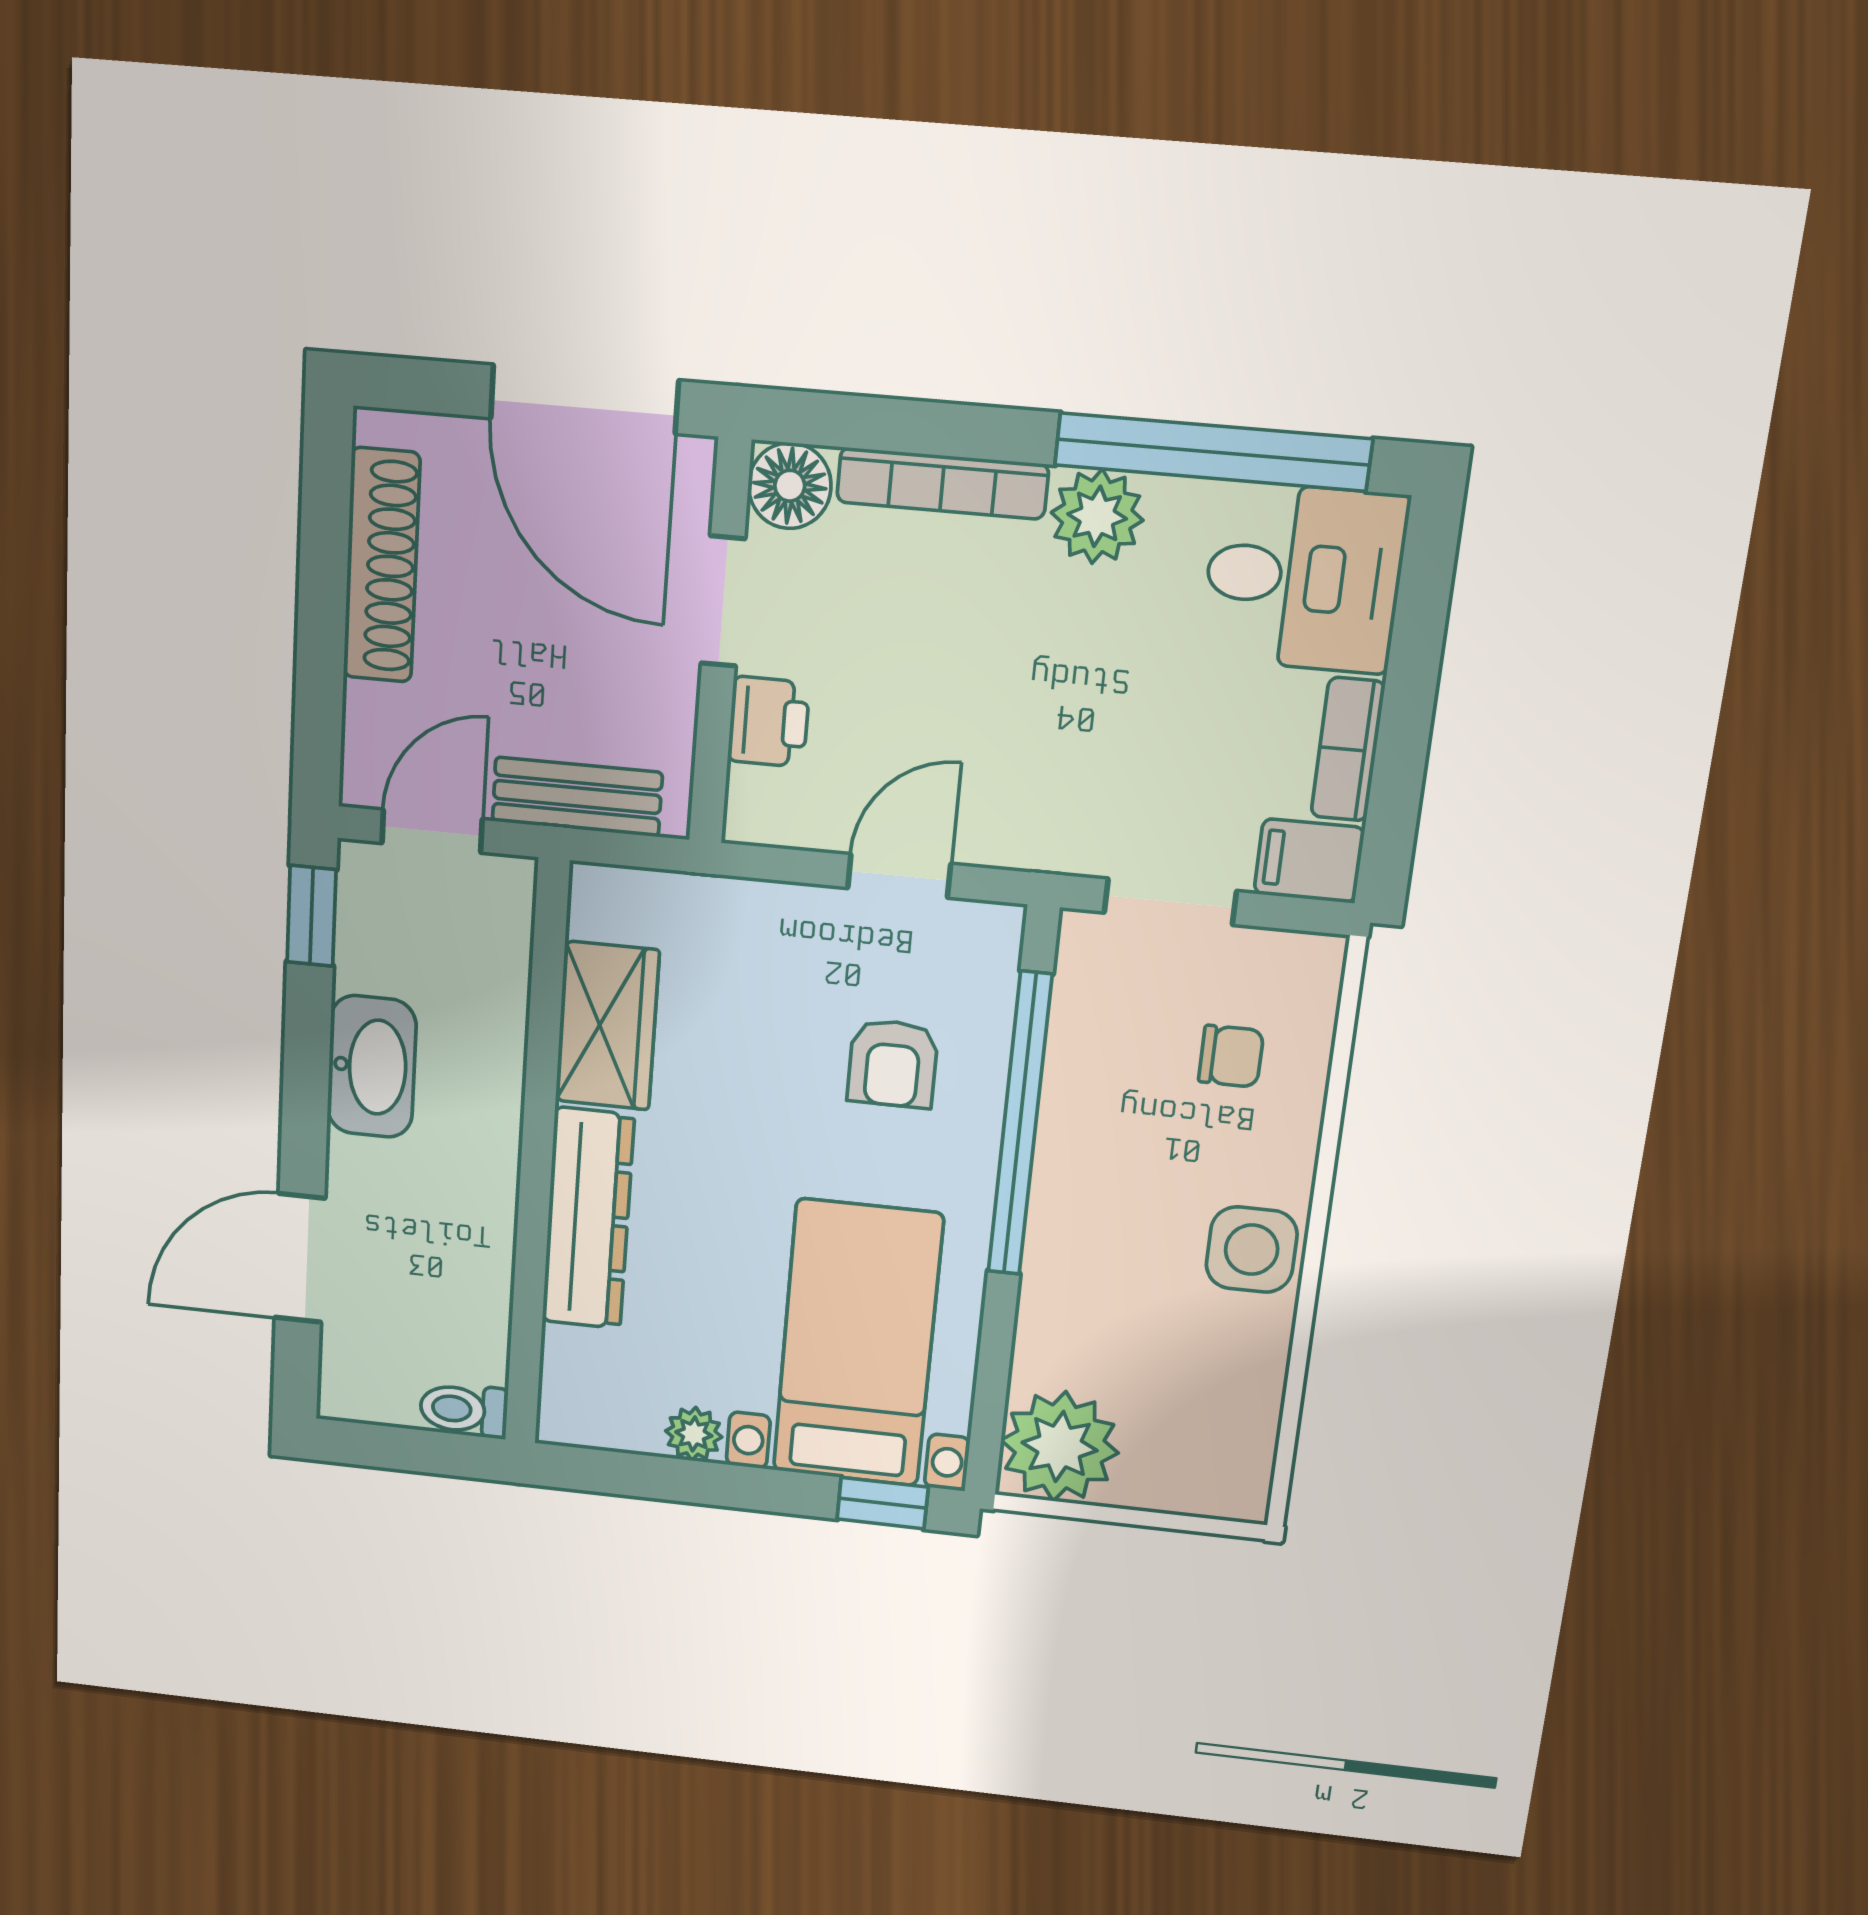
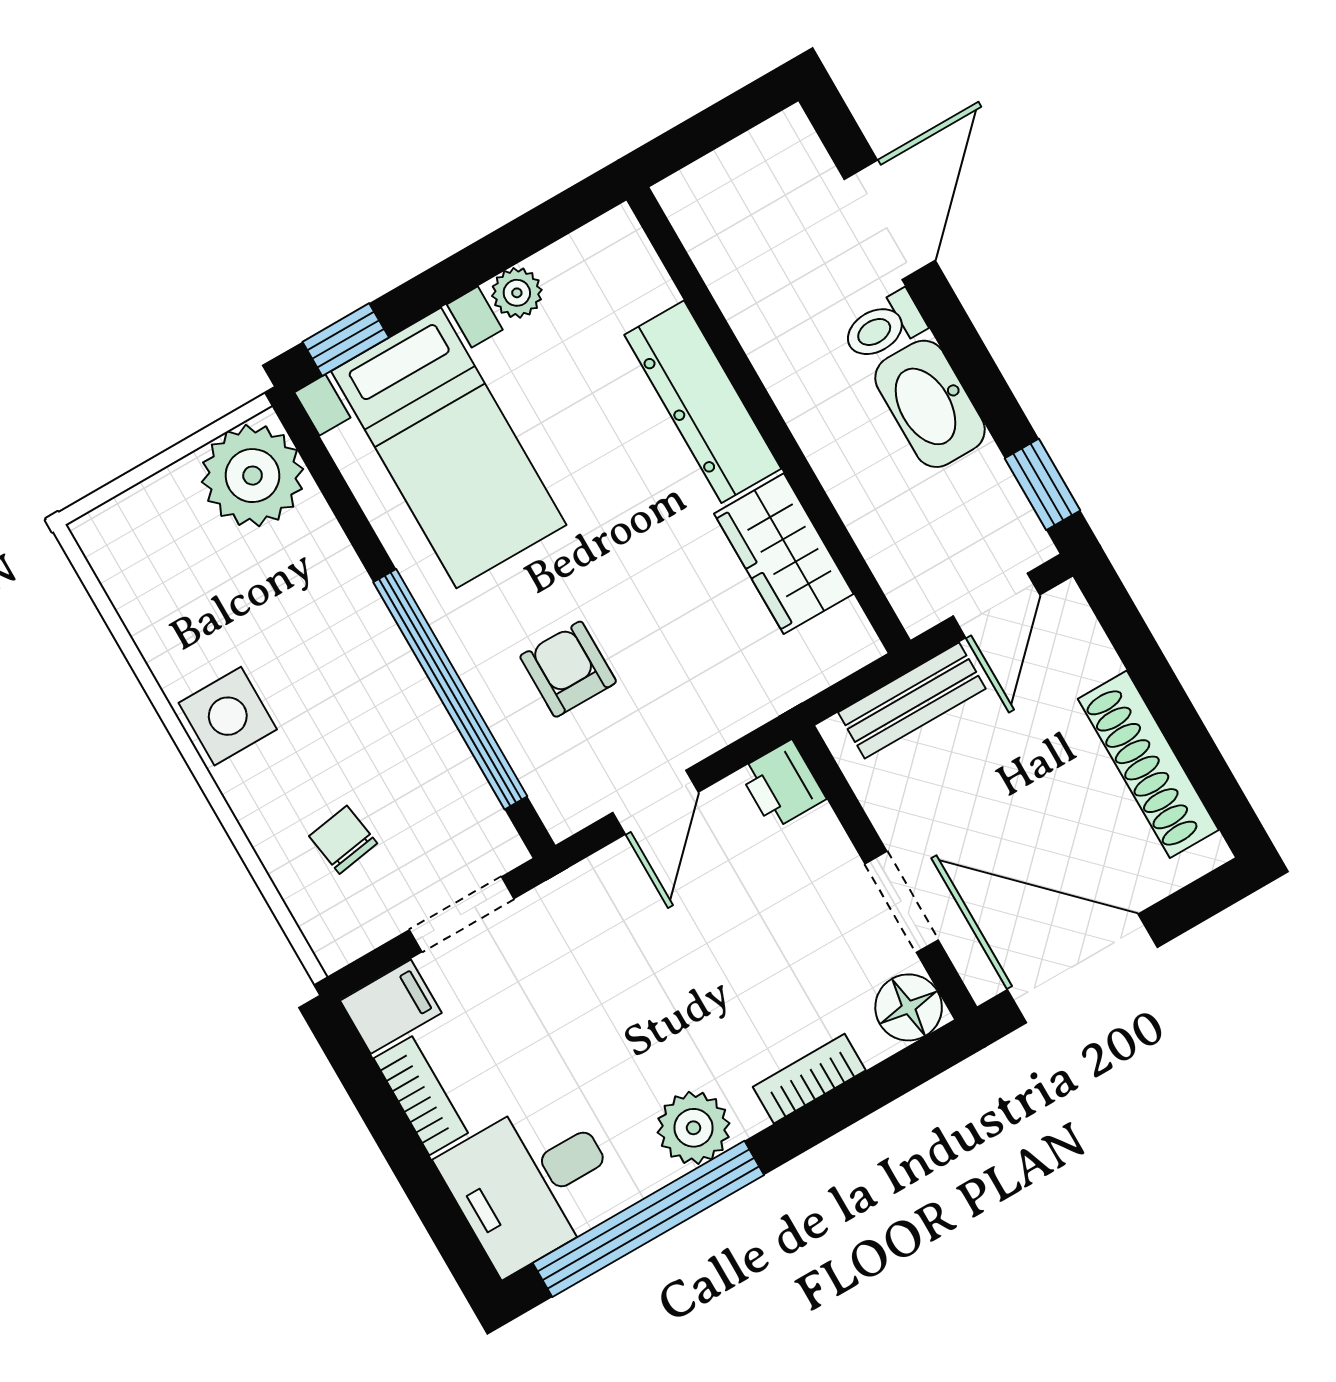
bookcase: (942, 483) -> (809, 1079), width x0.64
printer: (768, 722) -> (782, 785), moved
chair: (1231, 1056) -> (343, 840), turned 81
toilet: (464, 1410) -> (884, 327), moved, turned 180

